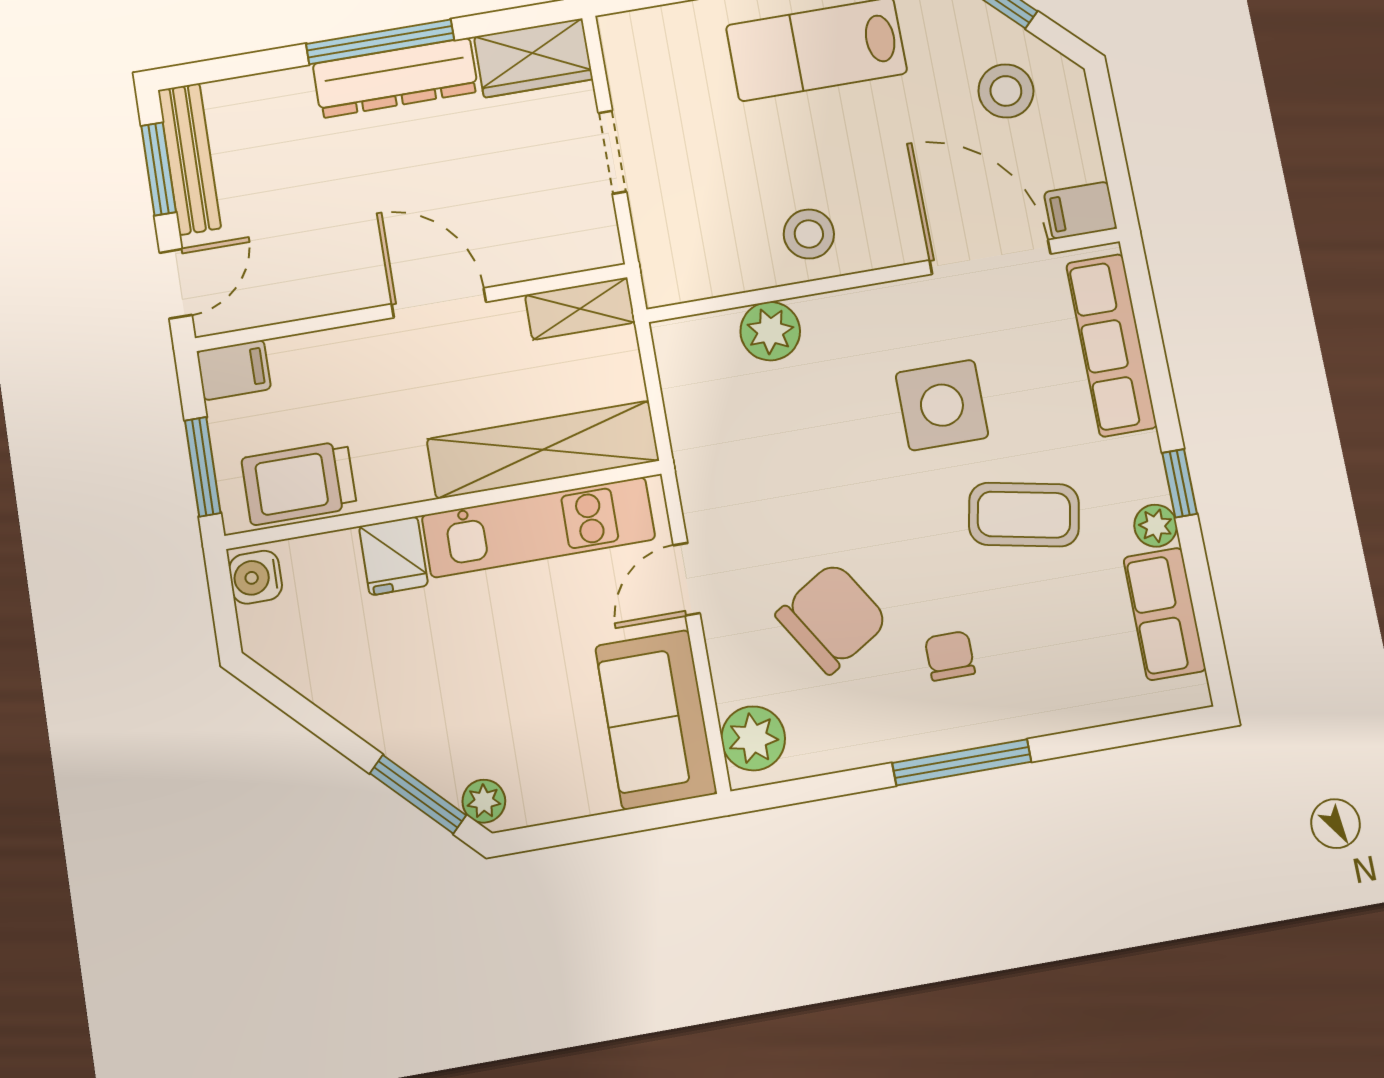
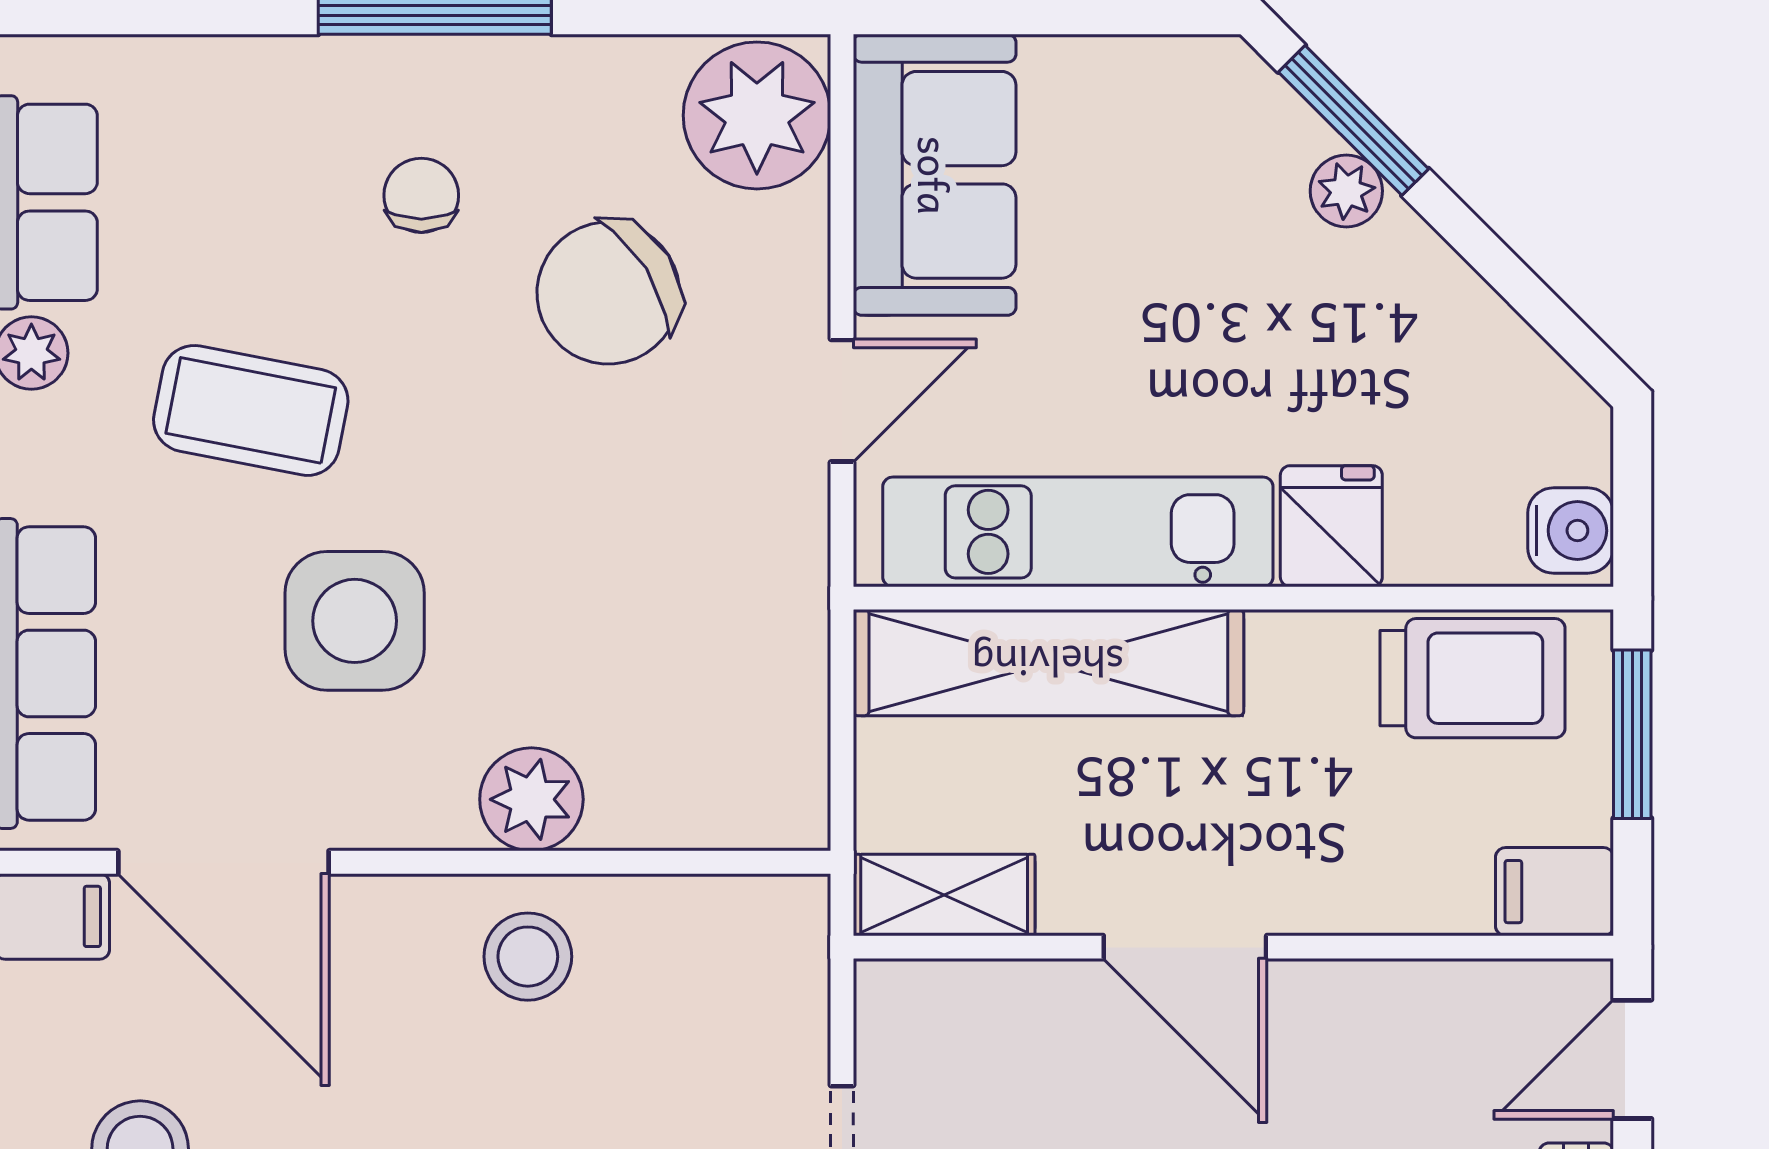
plant: (770, 331) -> (531, 799), moved
chair: (950, 656) -> (421, 195), turned 180
plant: (753, 738) -> (757, 115), width x1.36, depth x1.36
plant: (484, 801) -> (1346, 191), moved

